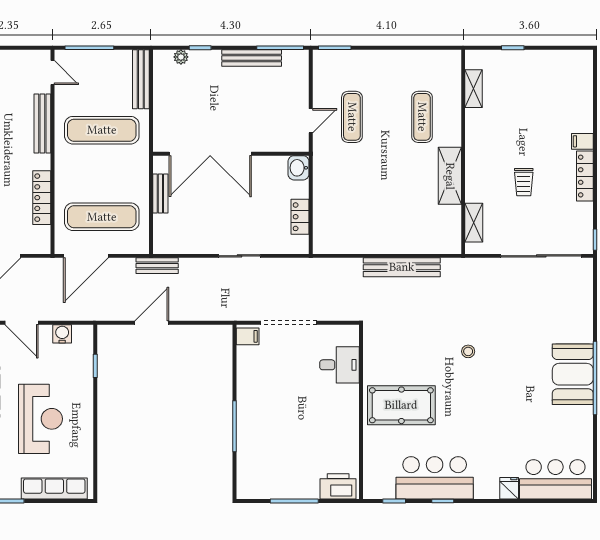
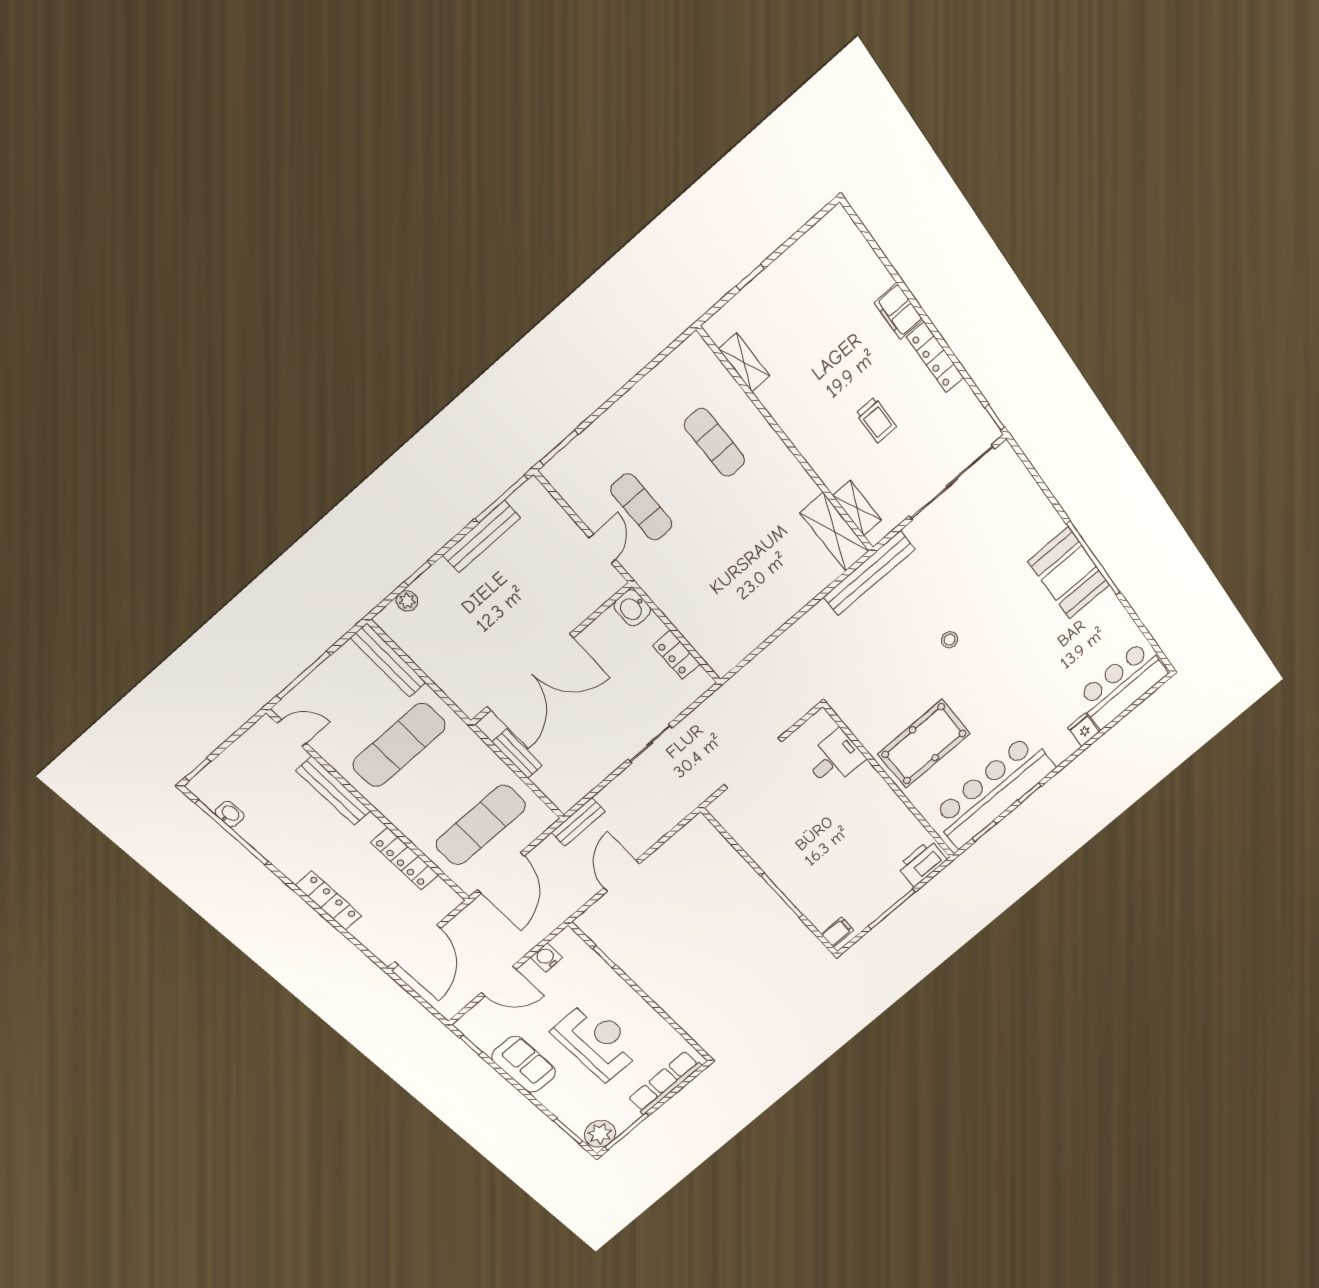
filing cabinet: (582, 141) -> (899, 311), width x2.00
shelving: (450, 176) -> (835, 532), moved
bench: (402, 267) -> (869, 573), moved
filing cabinet: (248, 336) -> (837, 932), moved
bar counter: (435, 478) -> (993, 791), width x1.36

